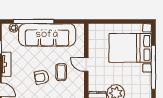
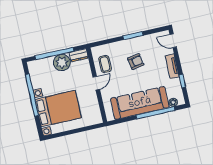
door: (86, 65) -> (96, 83), hinge flipped
coffee table: (61, 72) -> (105, 64), moved

